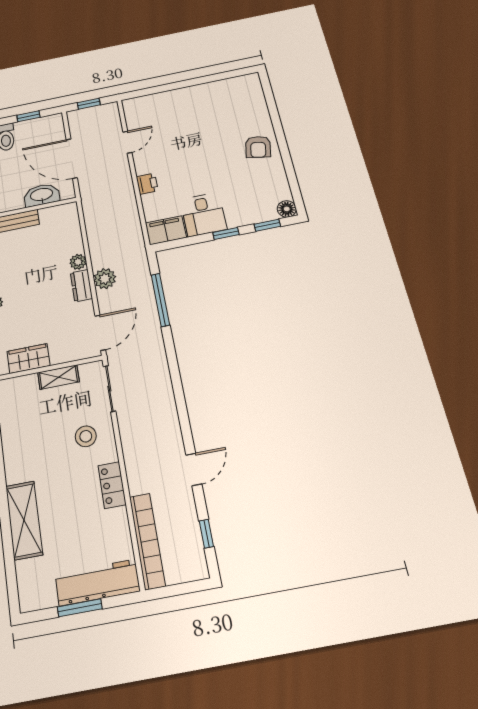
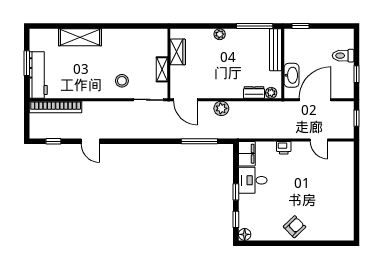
armchair: (258, 147) -> (295, 227), turned 125
plant: (78, 262) -> (271, 93), moved
dresser: (81, 286) -> (254, 93), moved
locker: (112, 485) -> (90, 92), removed

